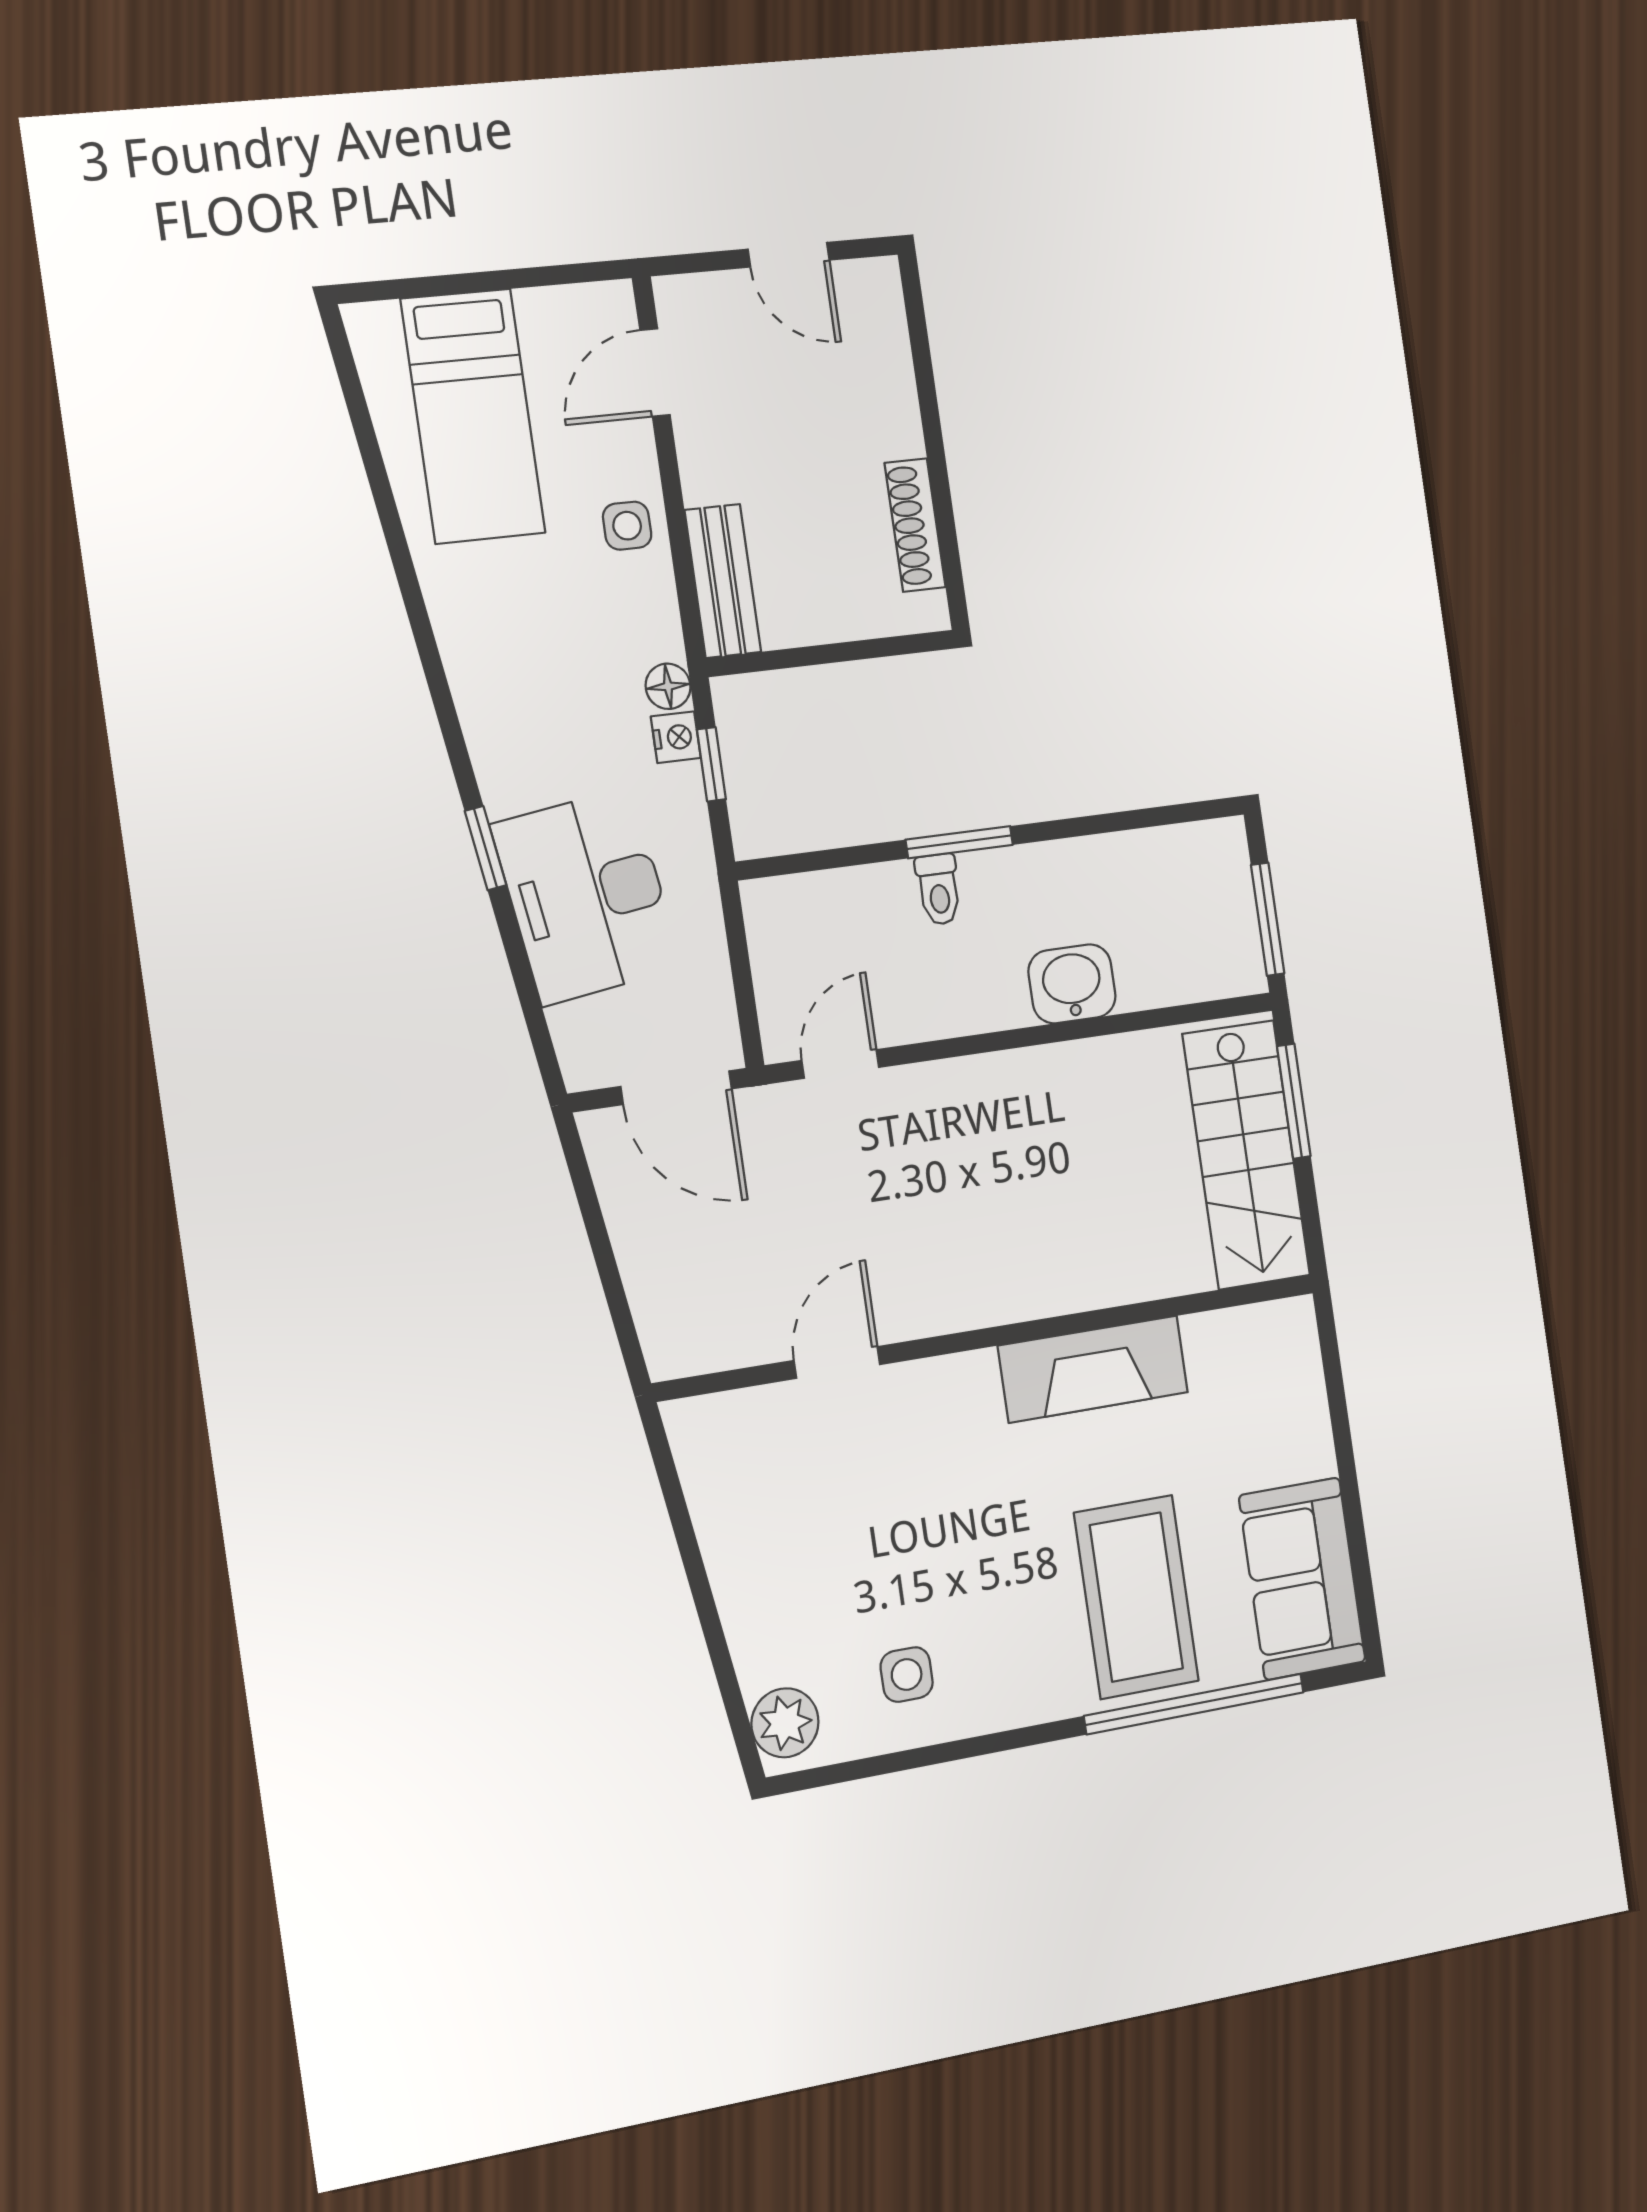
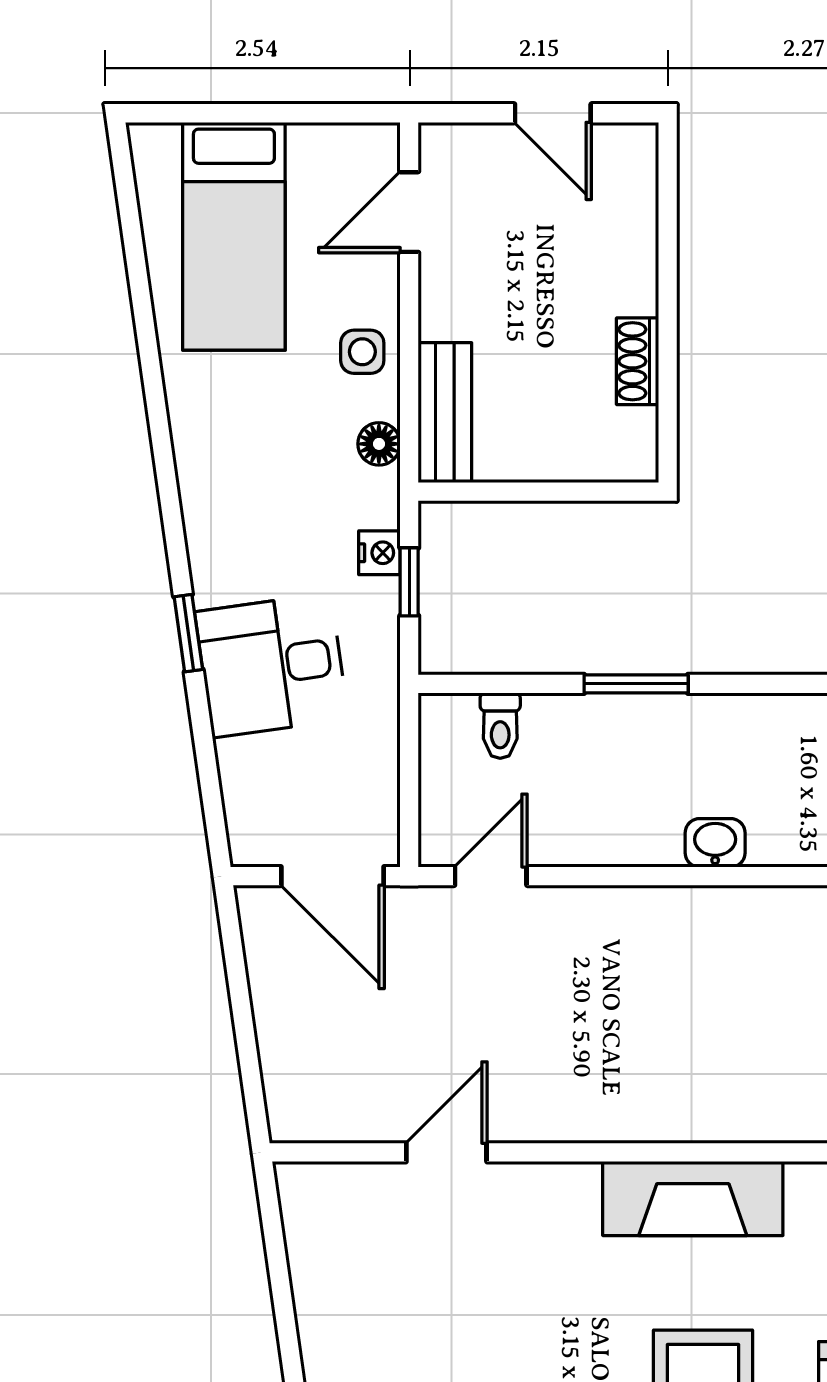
shoe rack: (915, 525) -> (637, 361), width x0.70
floor lamp: (668, 686) -> (379, 444), moved
toilet: (939, 889) -> (500, 726), moved
desk: (587, 896) -> (272, 665), width x0.73
washbasin: (1072, 984) -> (715, 843), width x0.72, depth x0.69

